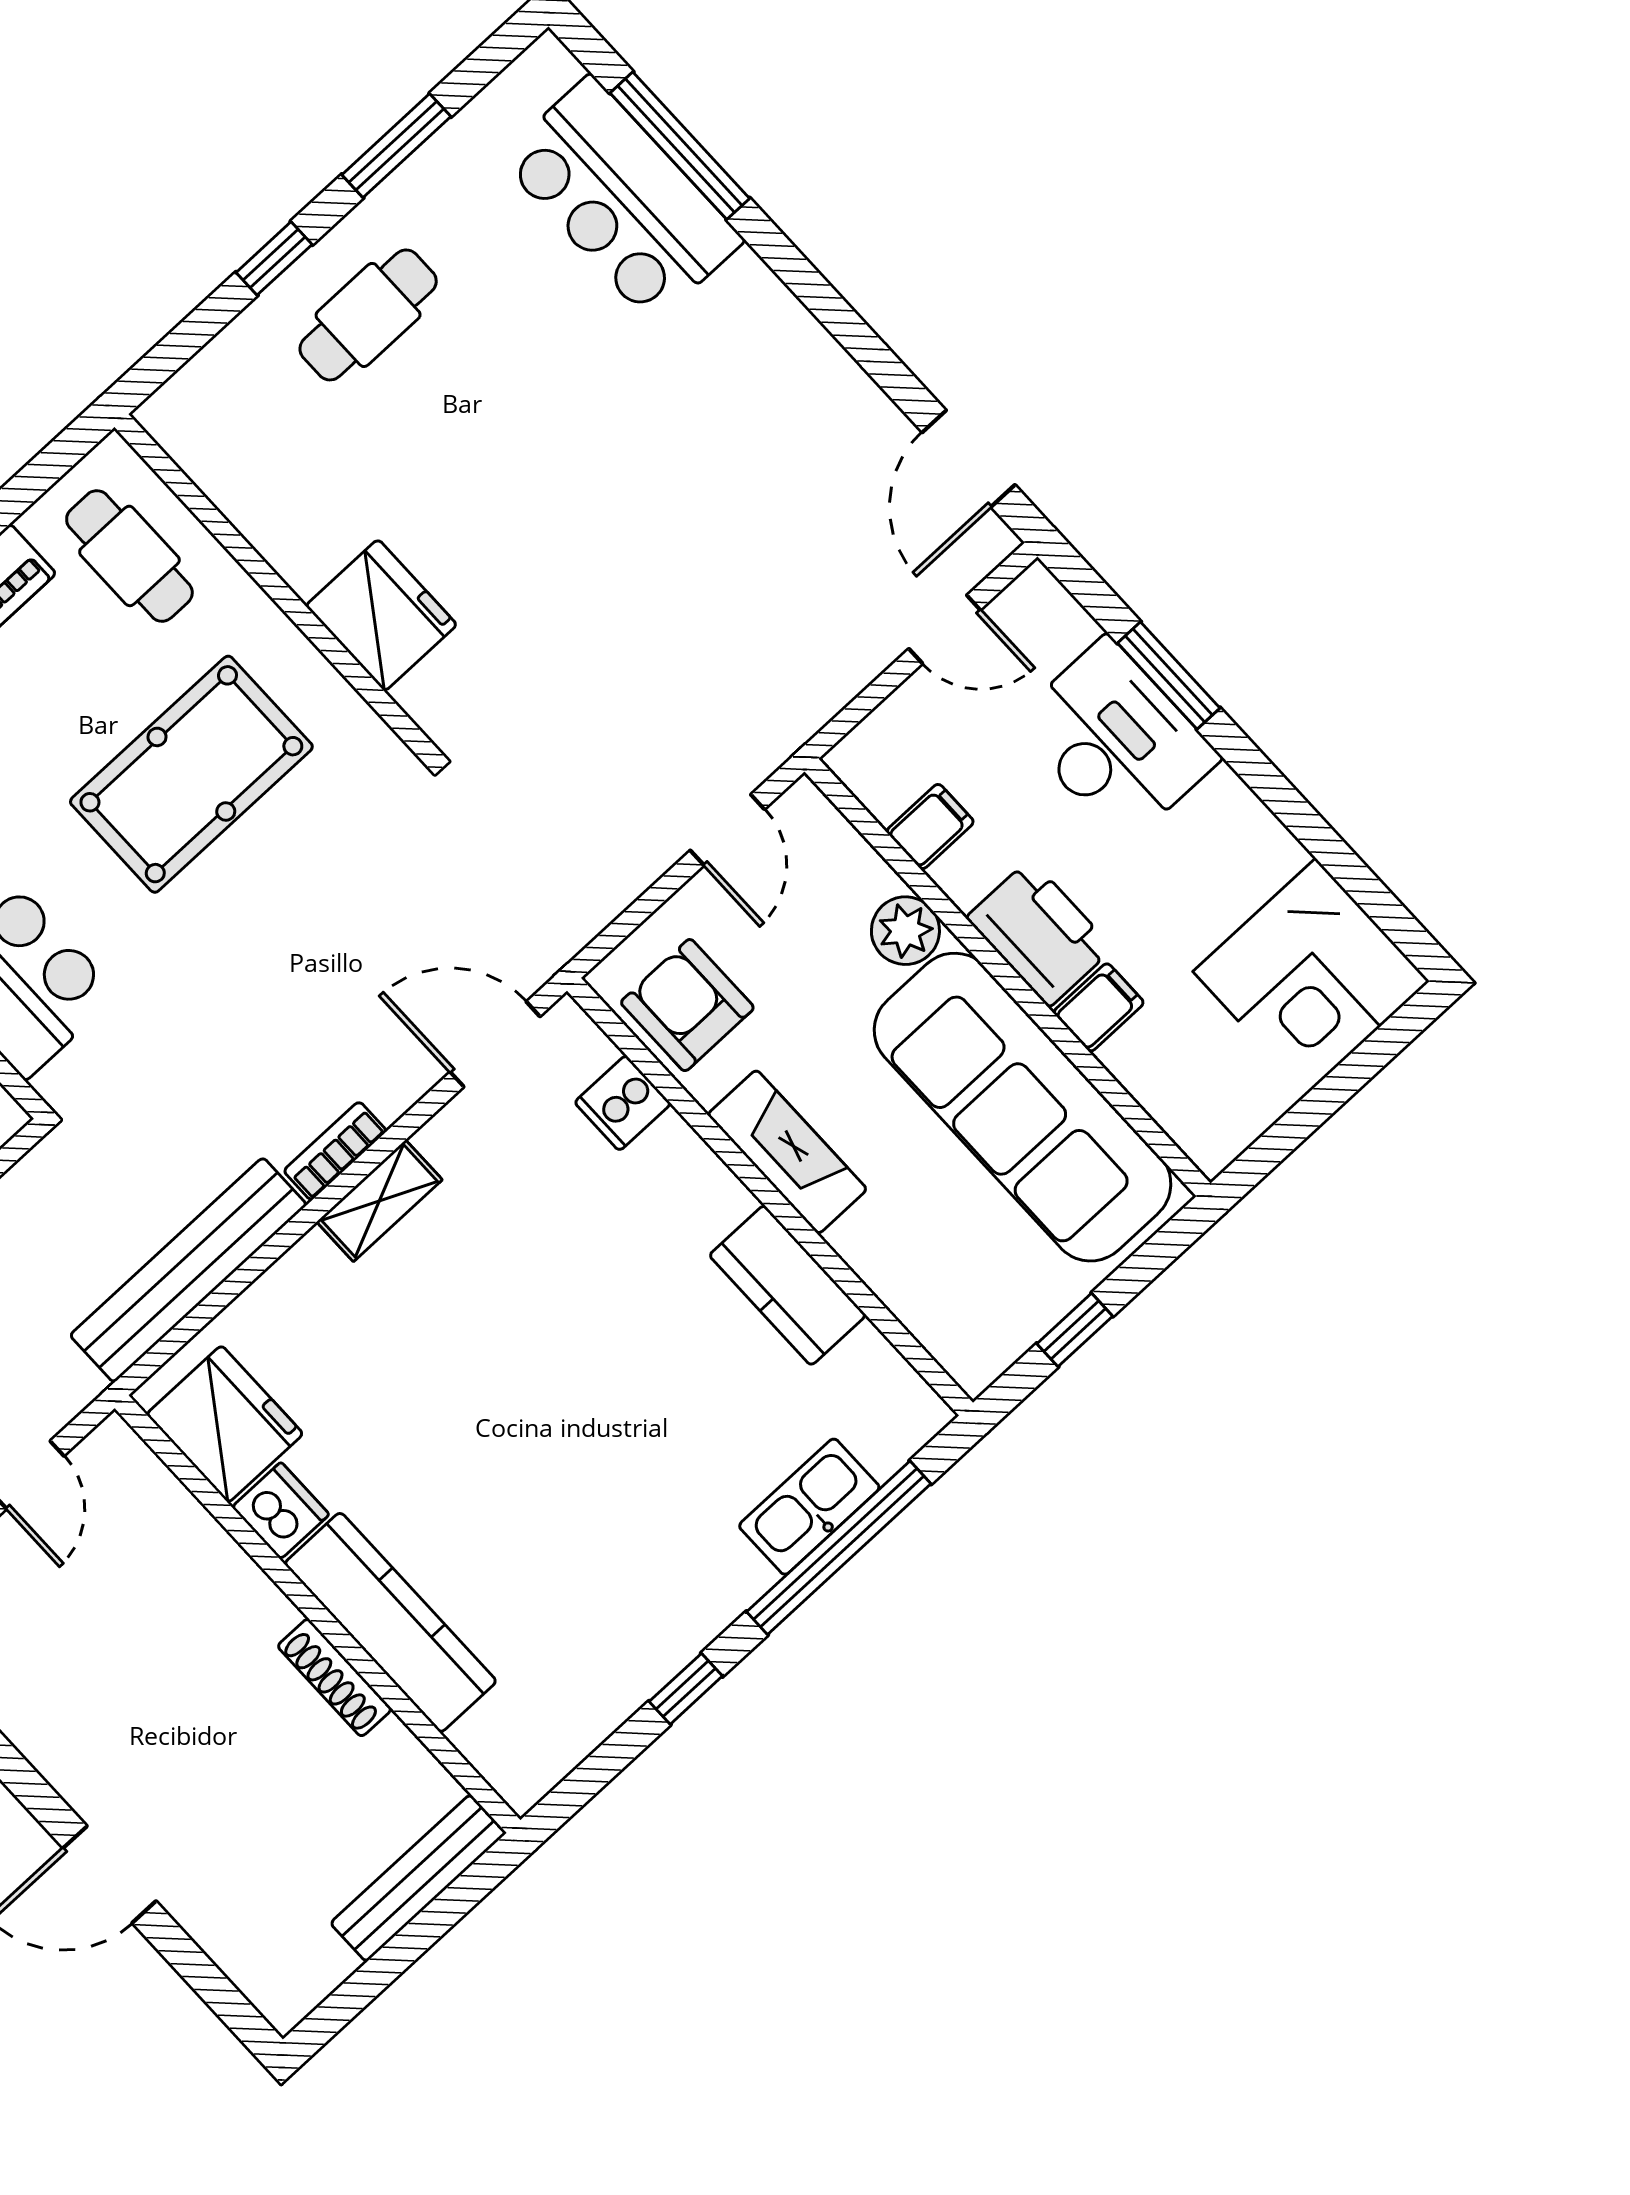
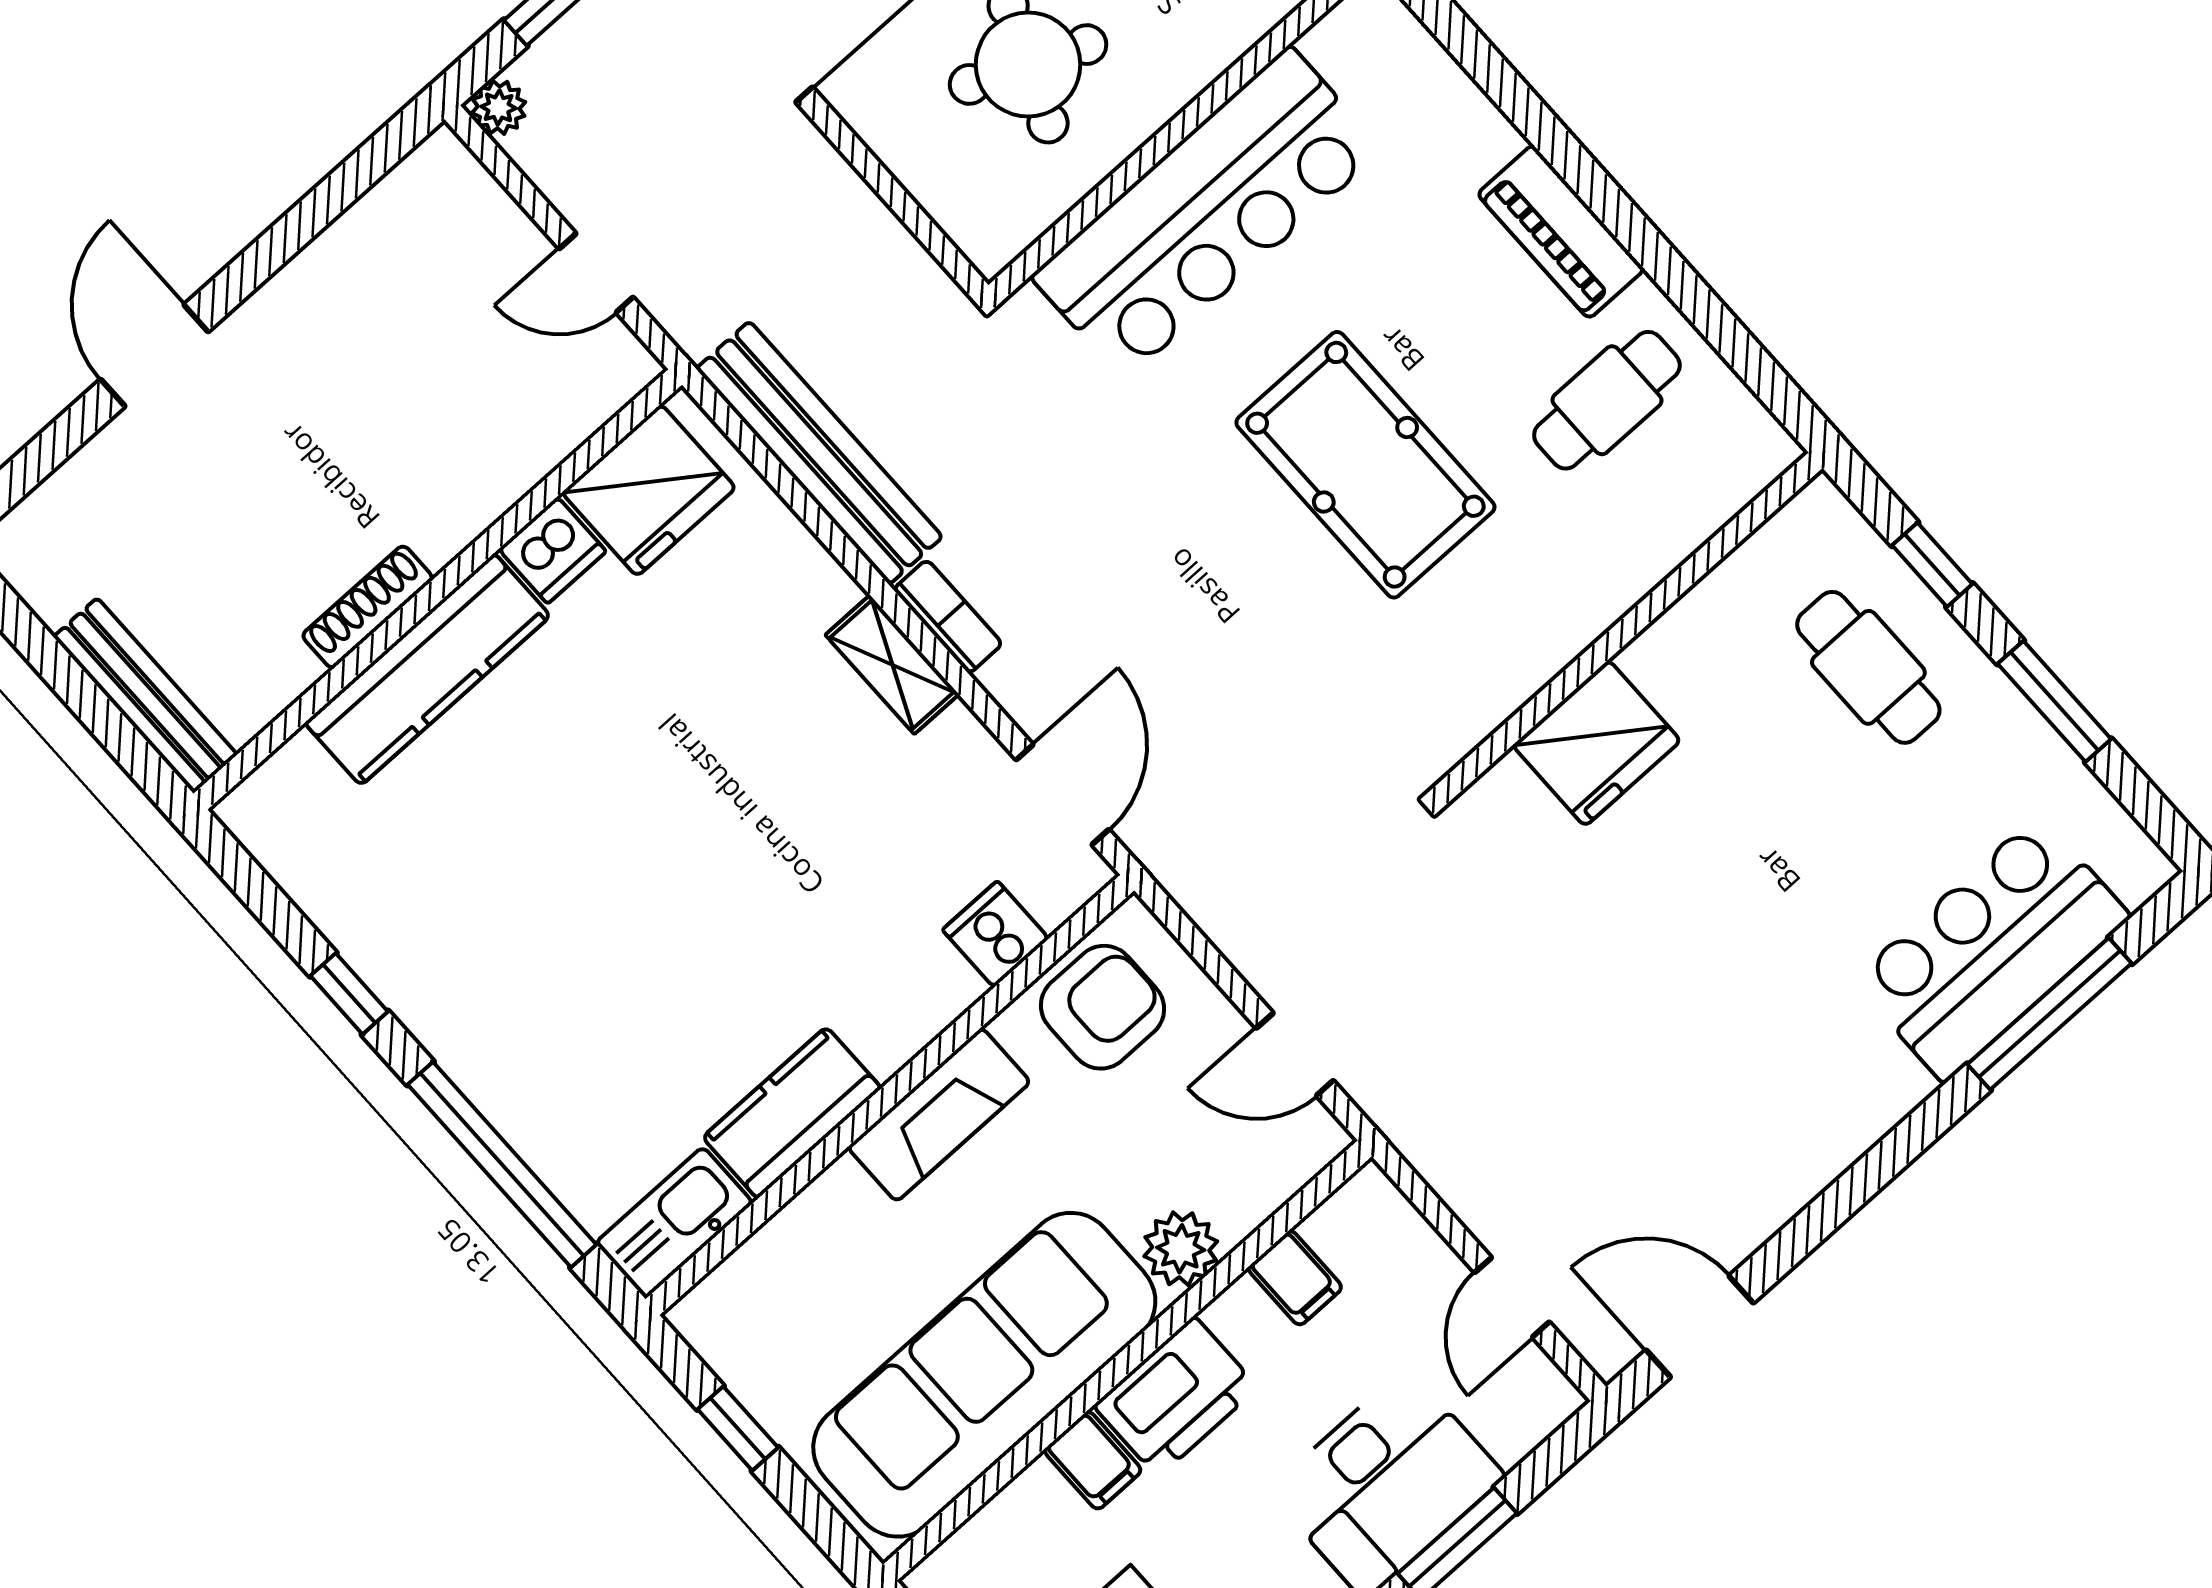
wall: (275, 587) -> (1629, 627), moved
fridge: (381, 615) -> (1597, 743), moved
kitchen sink: (809, 1507) -> (674, 1223), moved, turned -90

